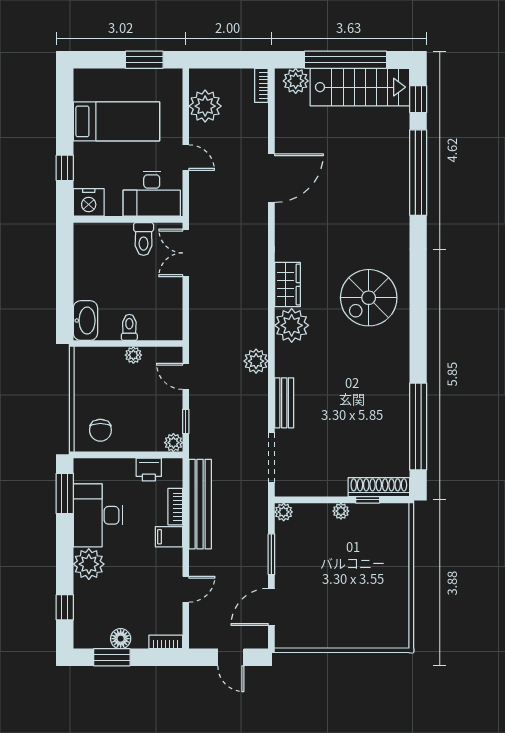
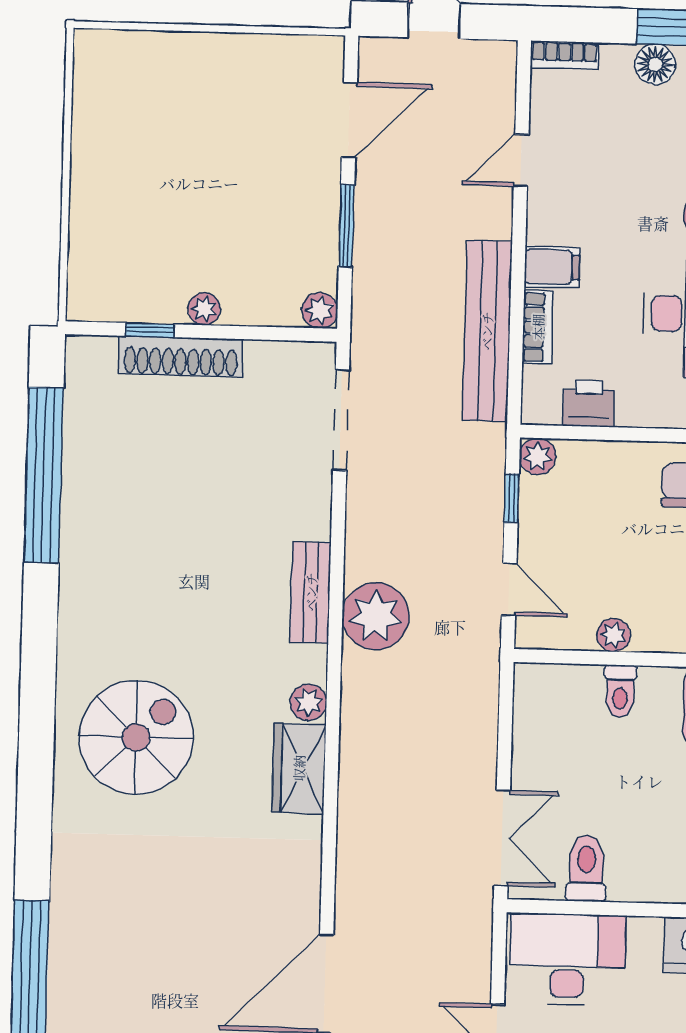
plant: (292, 325) -> (308, 702), width x0.53, depth x0.53
plant: (256, 361) -> (376, 616), width x1.36, depth x1.36
bench: (284, 403) -> (311, 592), moved
shoe rack: (379, 487) -> (181, 357), moved

